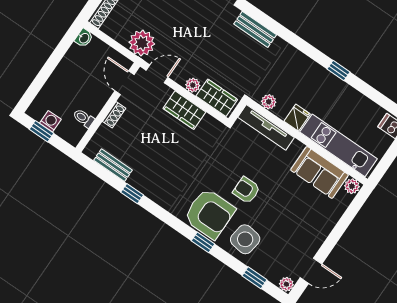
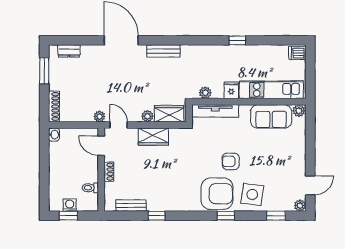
plant: (142, 43) -> (100, 117), width x0.53, depth x0.53
door: (157, 74) -> (119, 125), hinge flipped

